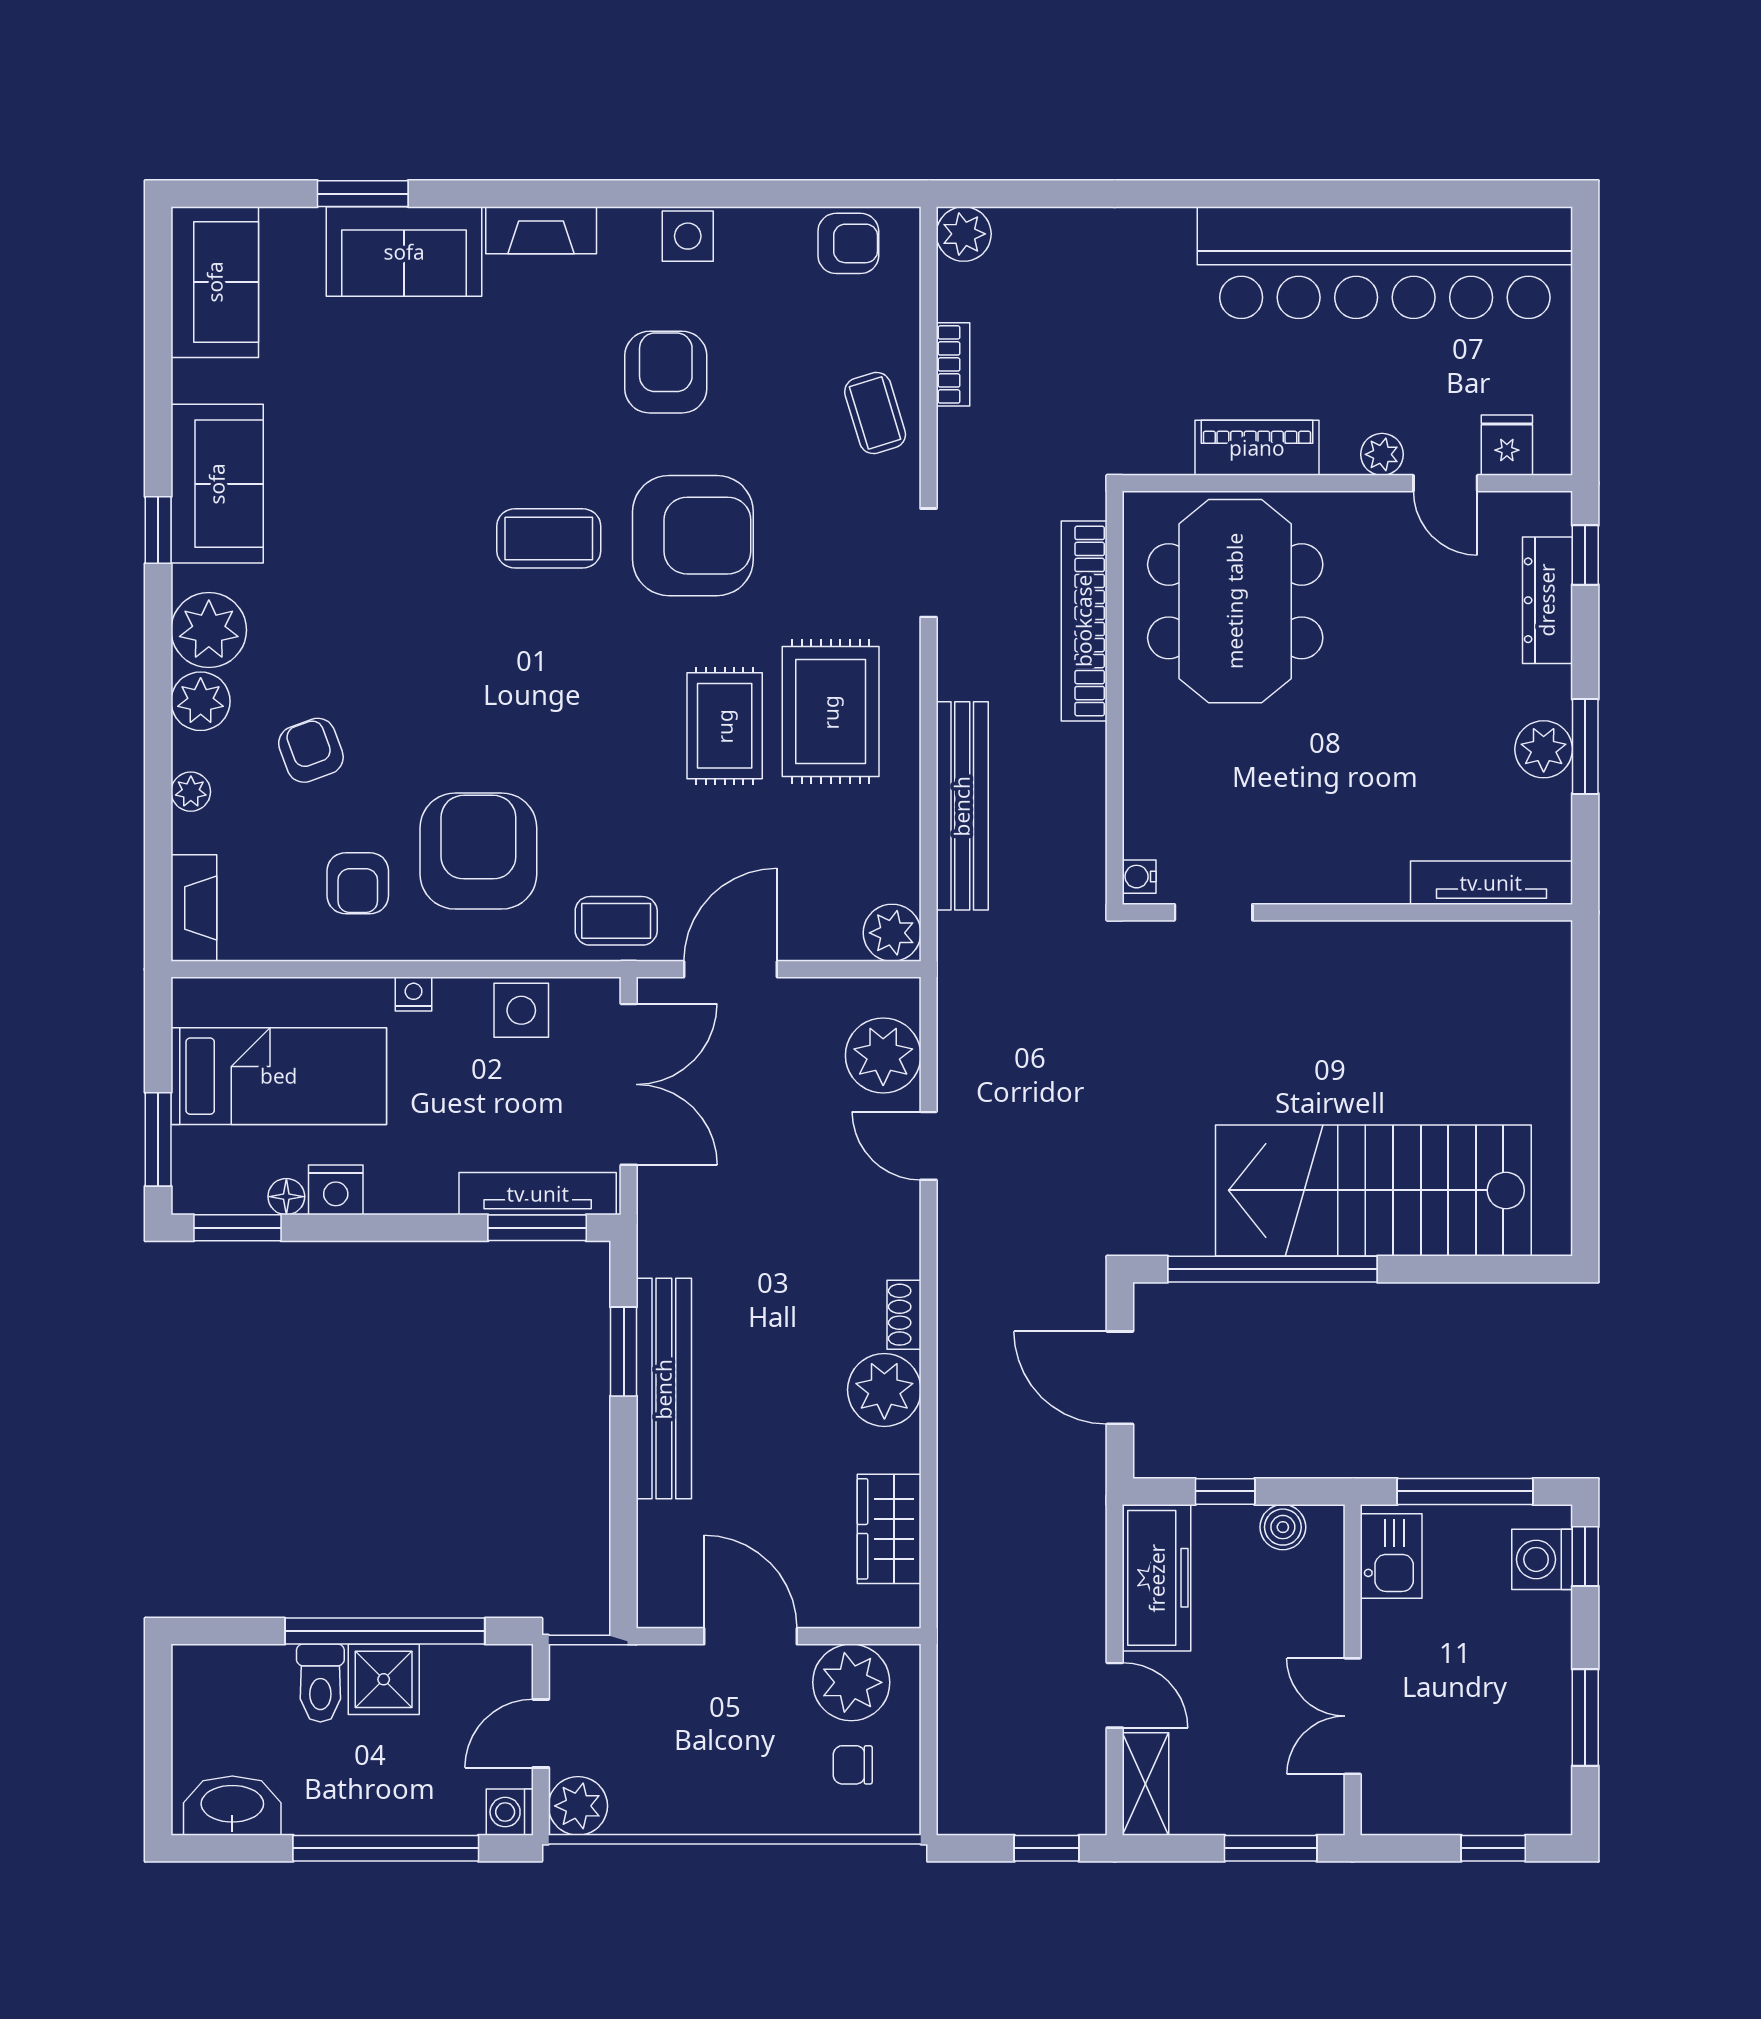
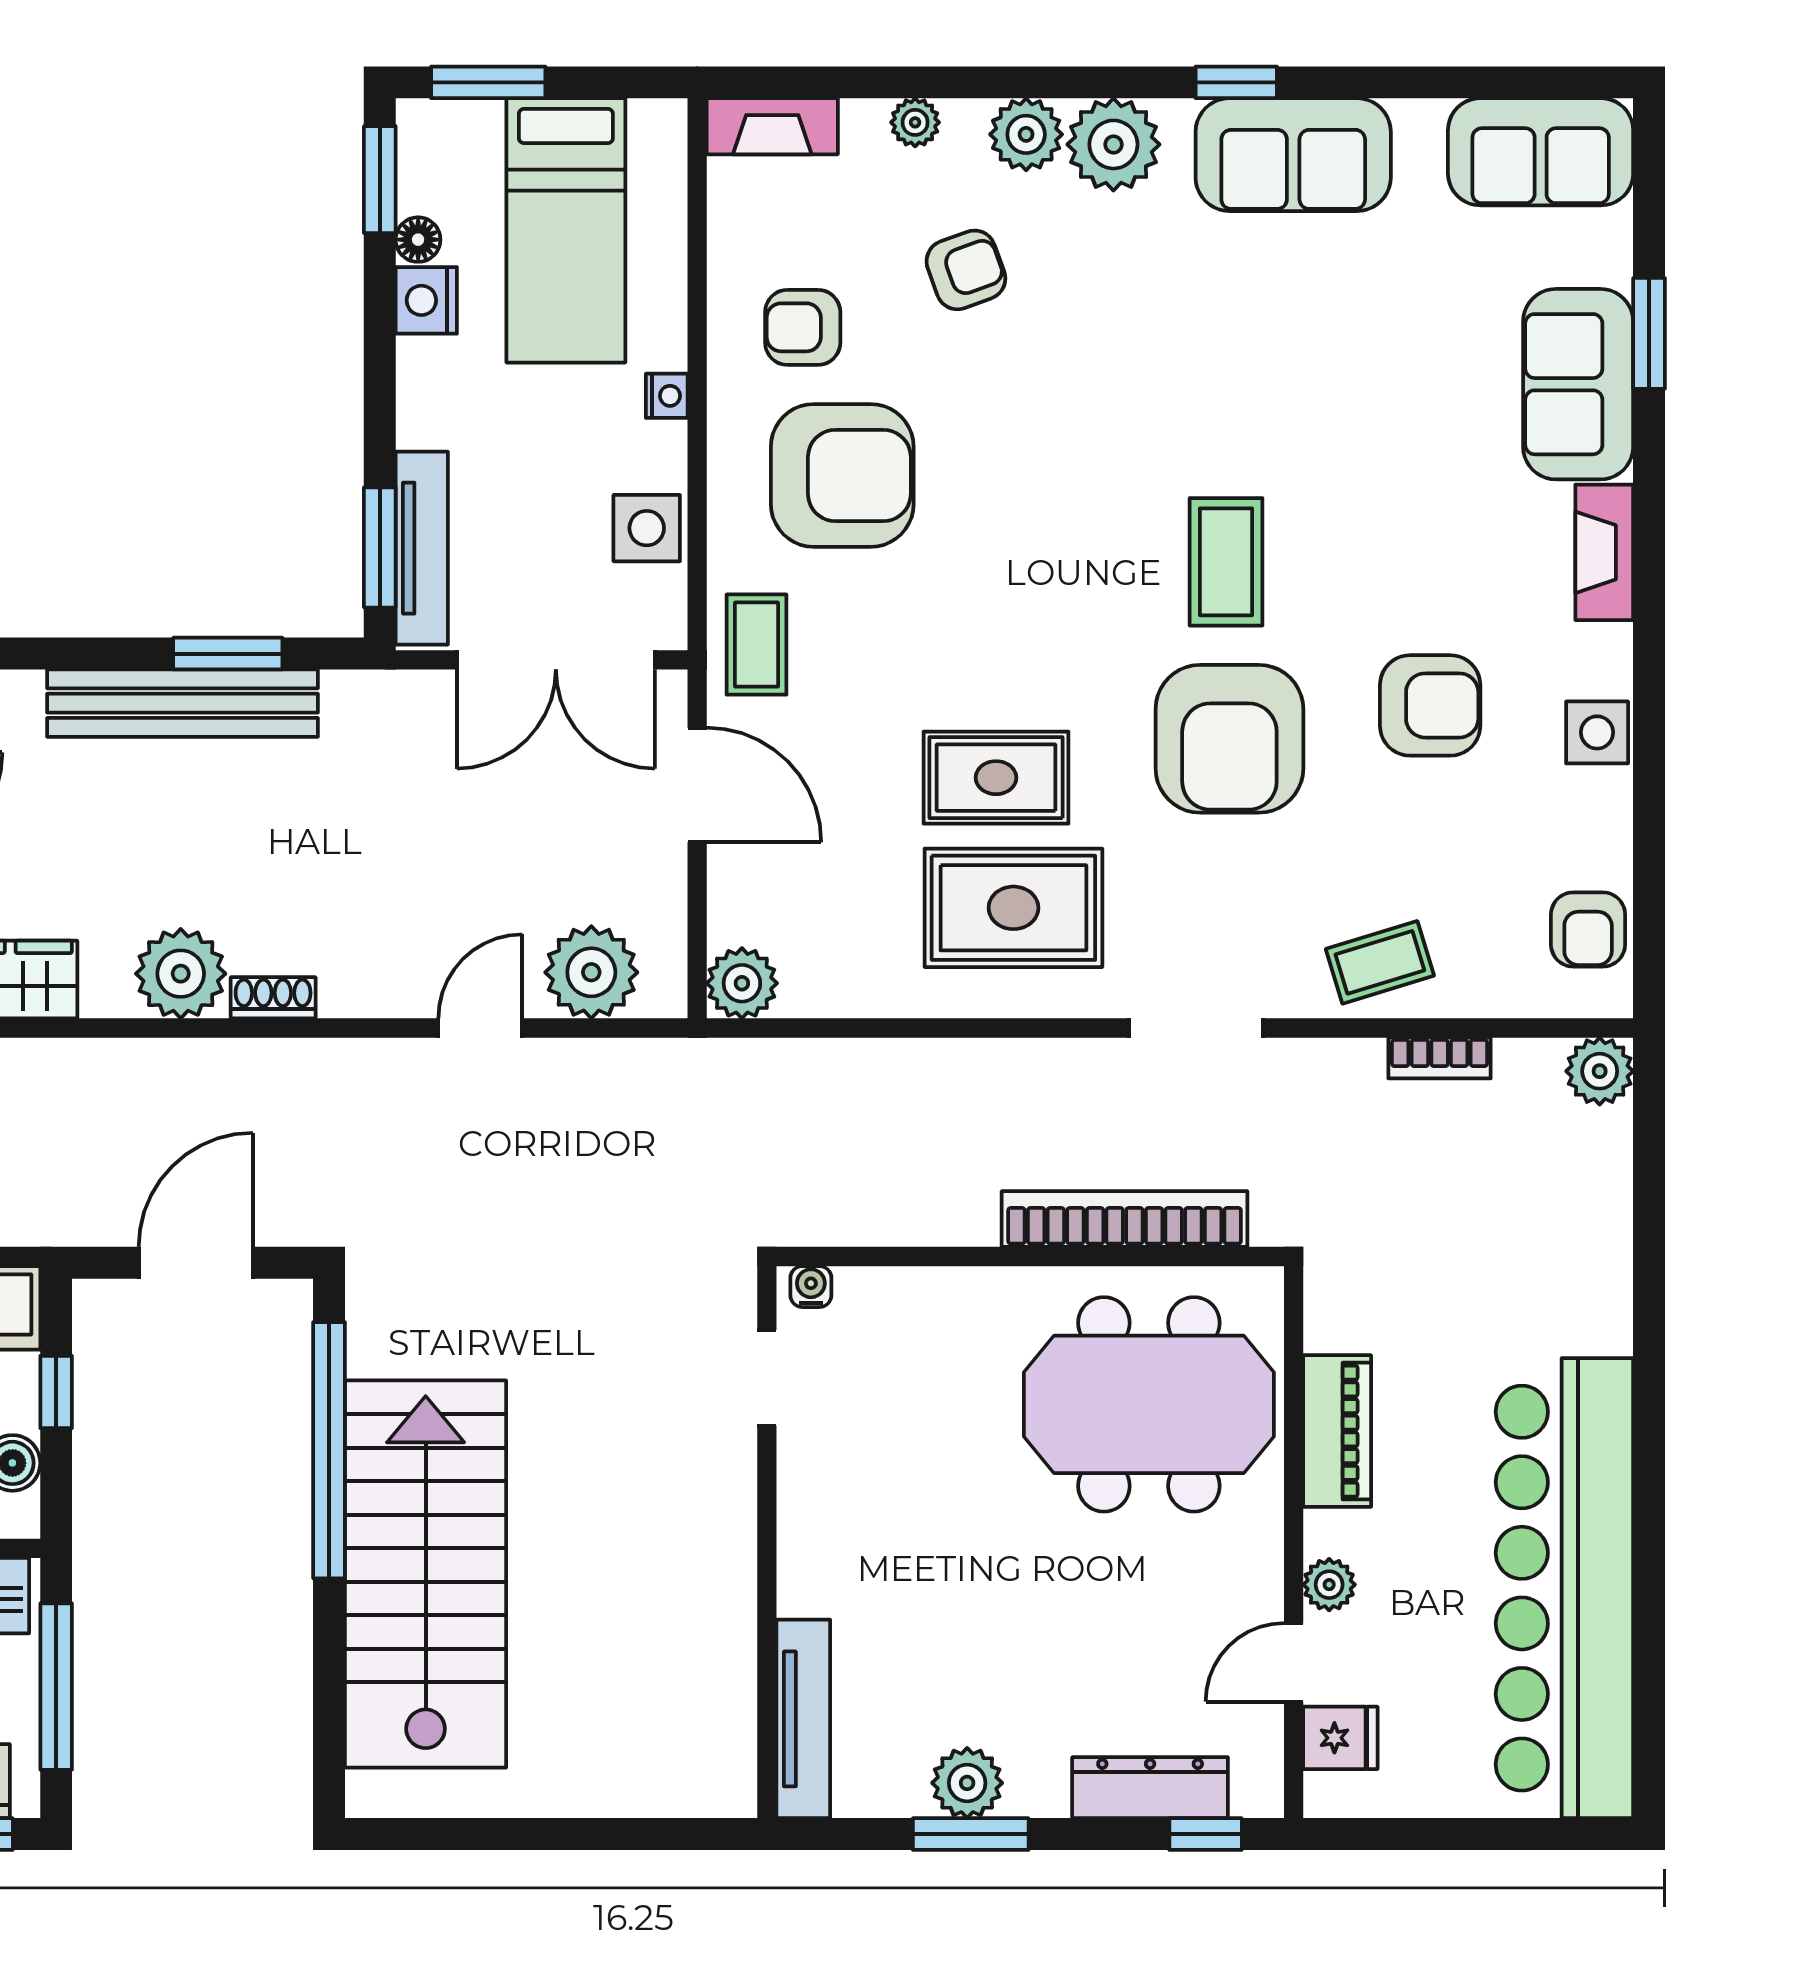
bench: (962, 806) -> (898, 1069), removed

